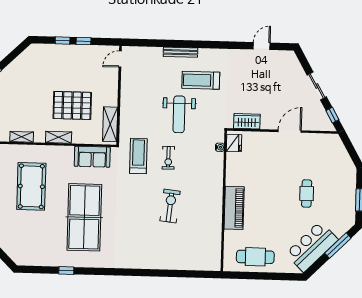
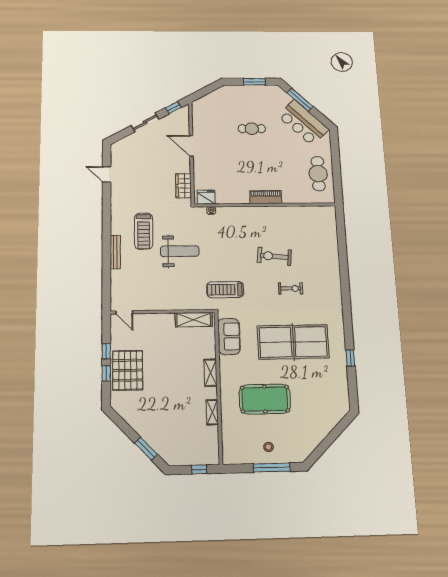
pallet: (72, 105) -> (128, 370), moved
exercise bike: (168, 158) -> (291, 288), moved
piano: (234, 208) -> (266, 197), width x0.73, depth x0.75

